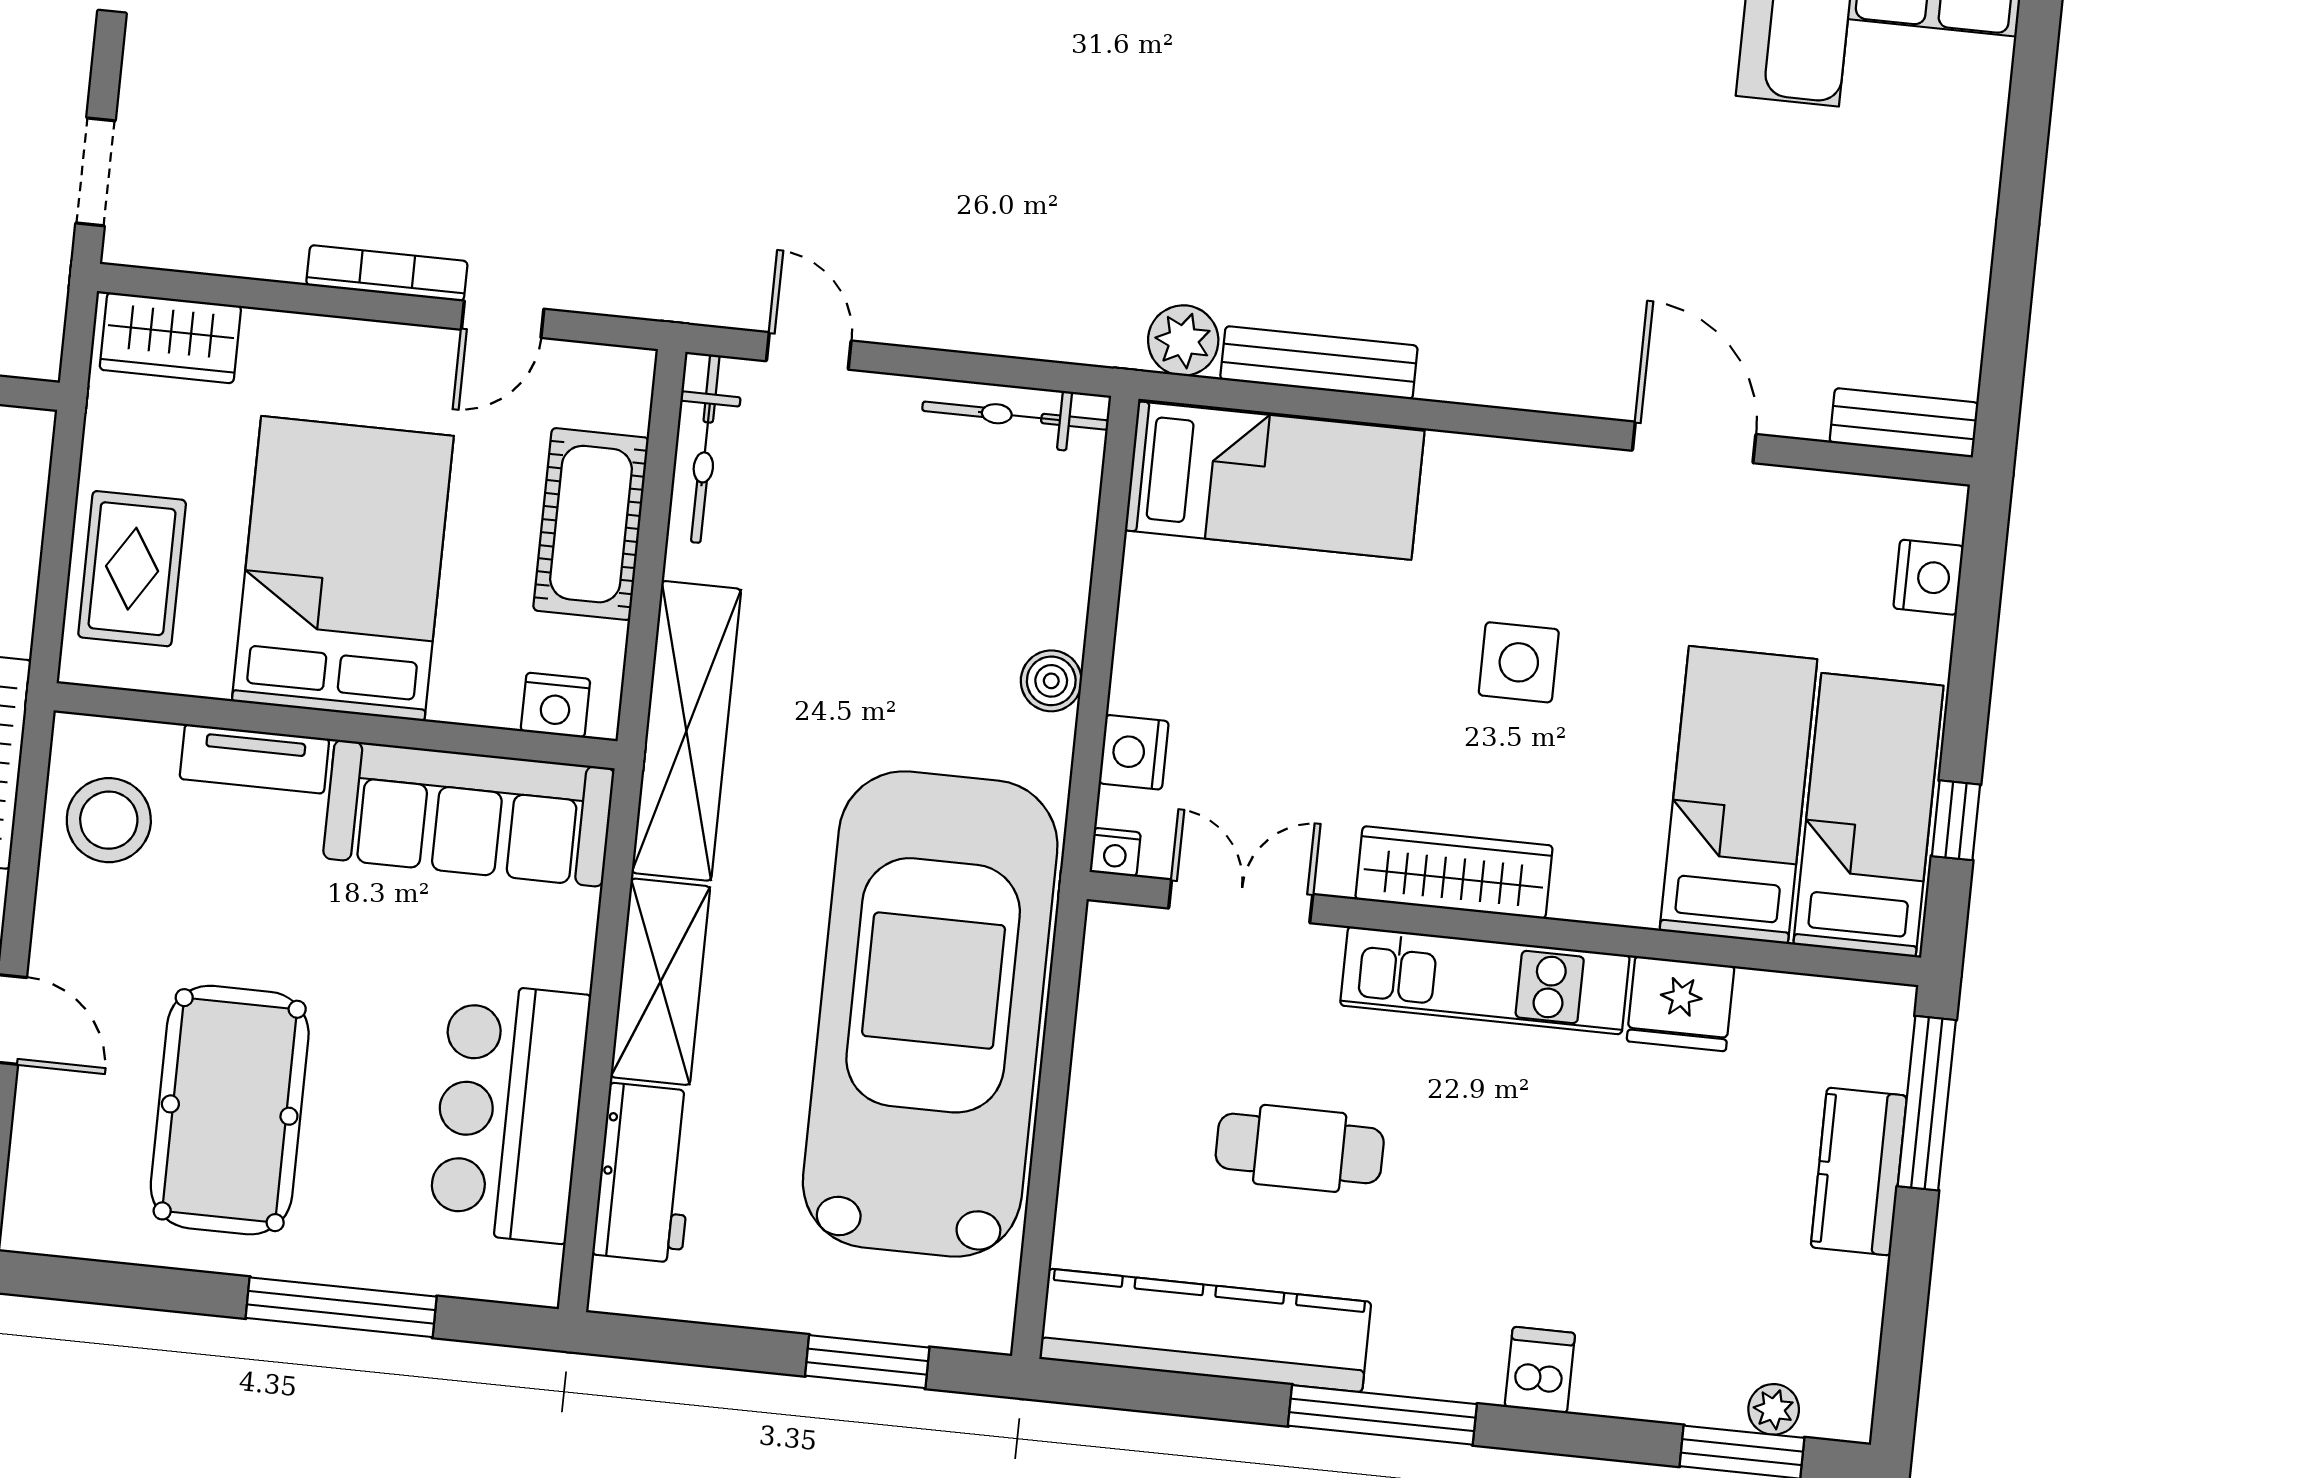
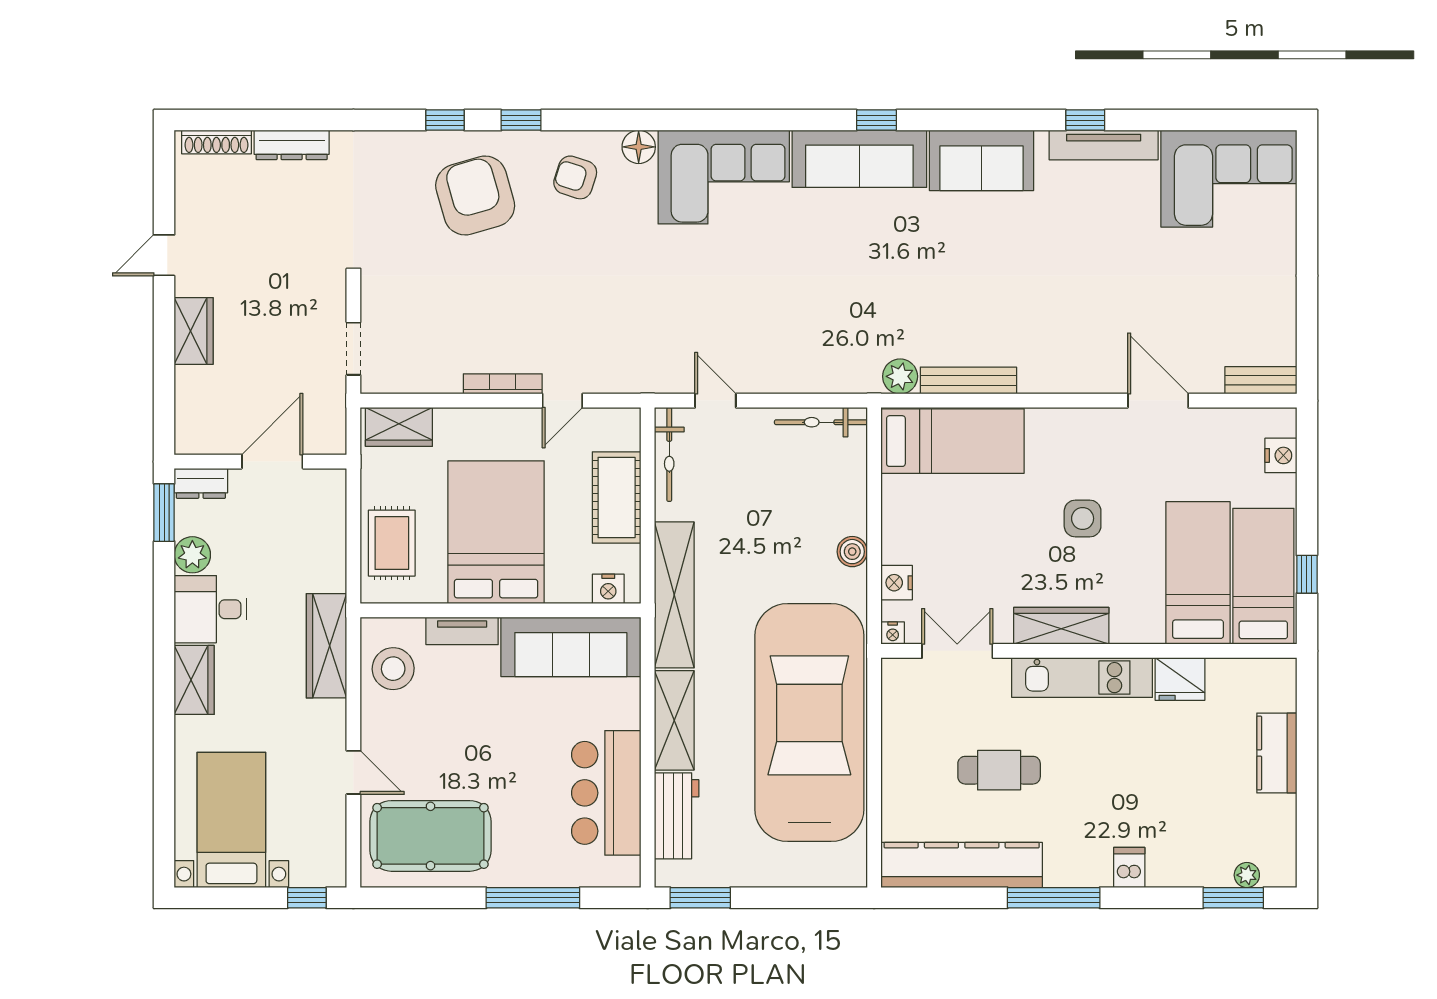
window: (1927, 1103) -> (1307, 716), removed
pool table: (230, 1110) -> (430, 836), moved, turned 90
window: (867, 1362) -> (700, 898), moved

